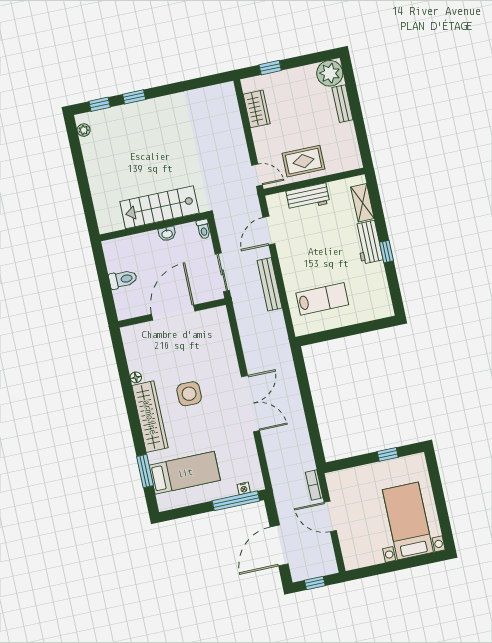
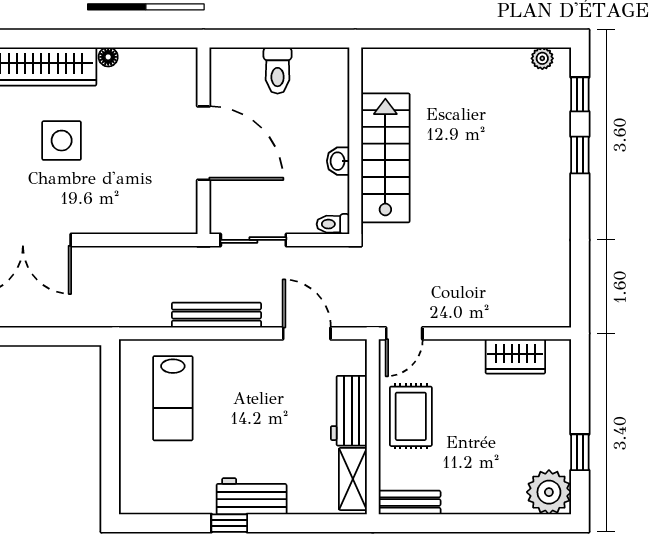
window: (270, 68) -> (580, 452), moved
bench: (342, 104) -> (410, 502), moved
shelving: (362, 203) -> (353, 479), moved, turned 90

